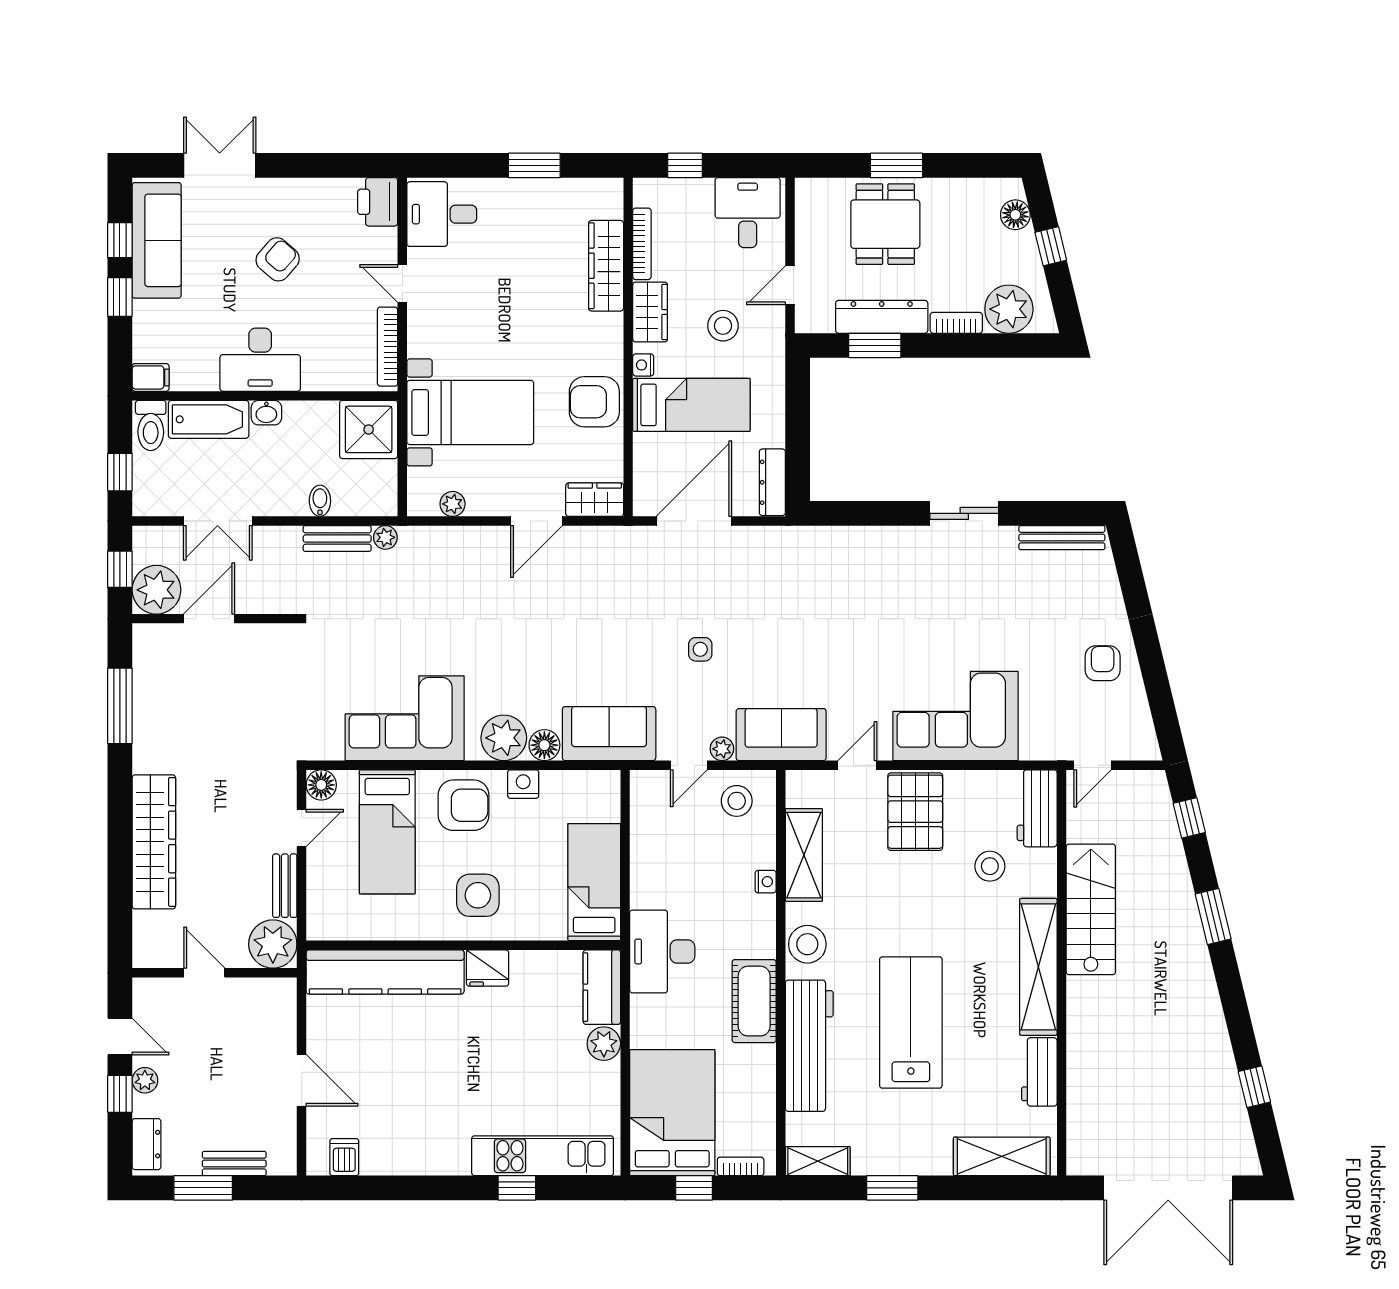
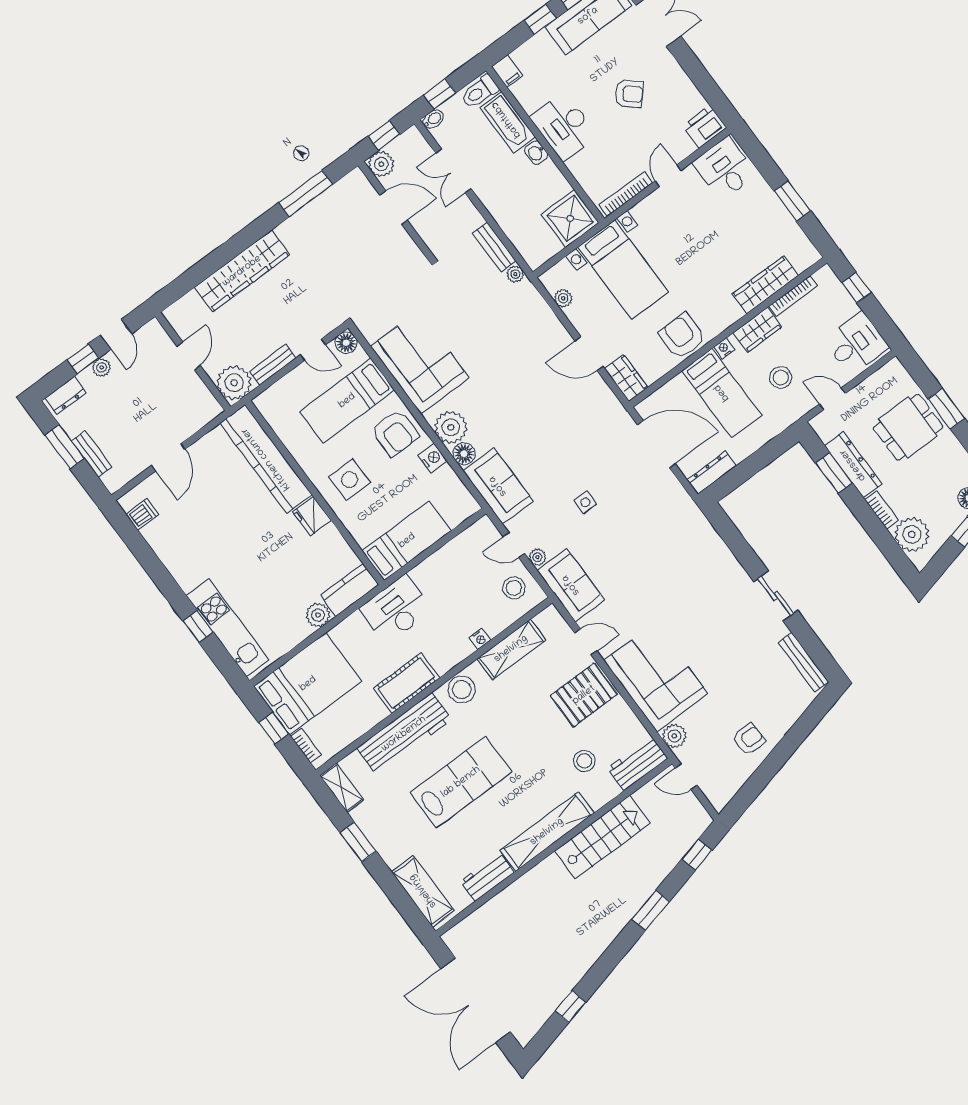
bidet: (320, 501) -> (433, 119), moved
plant: (156, 590) -> (381, 164), width x0.73, depth x0.73
plant: (1037, 744) -> (674, 736), added

